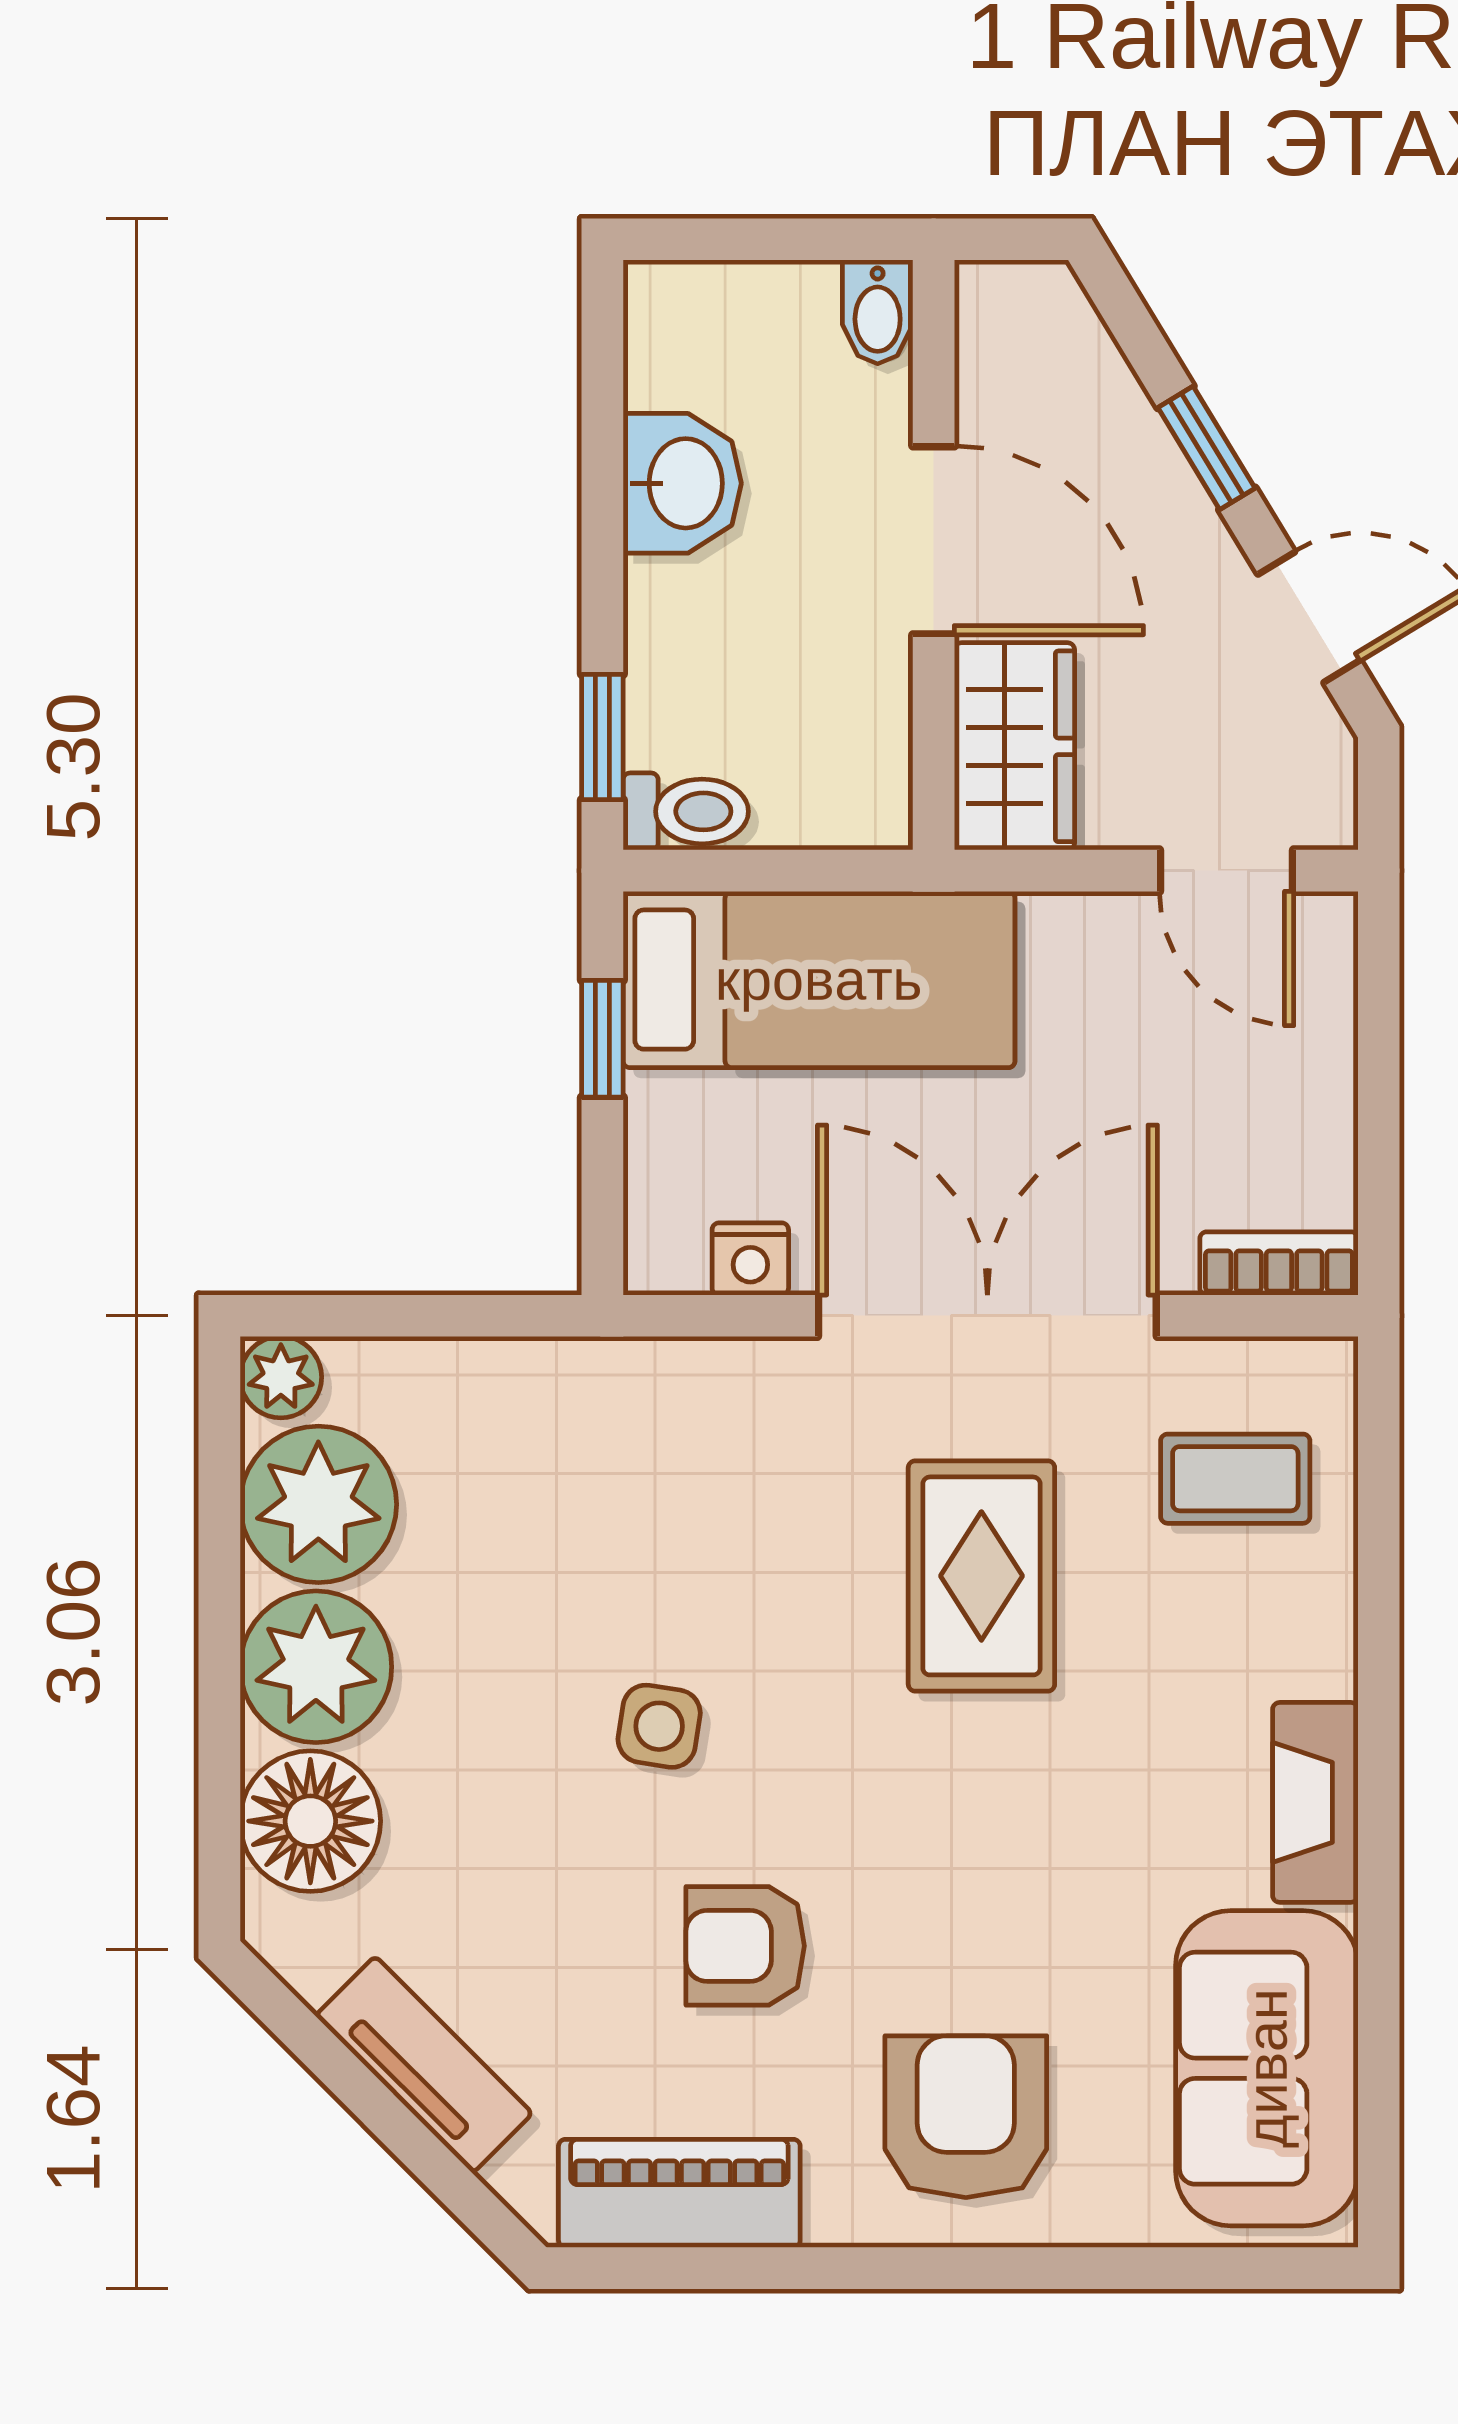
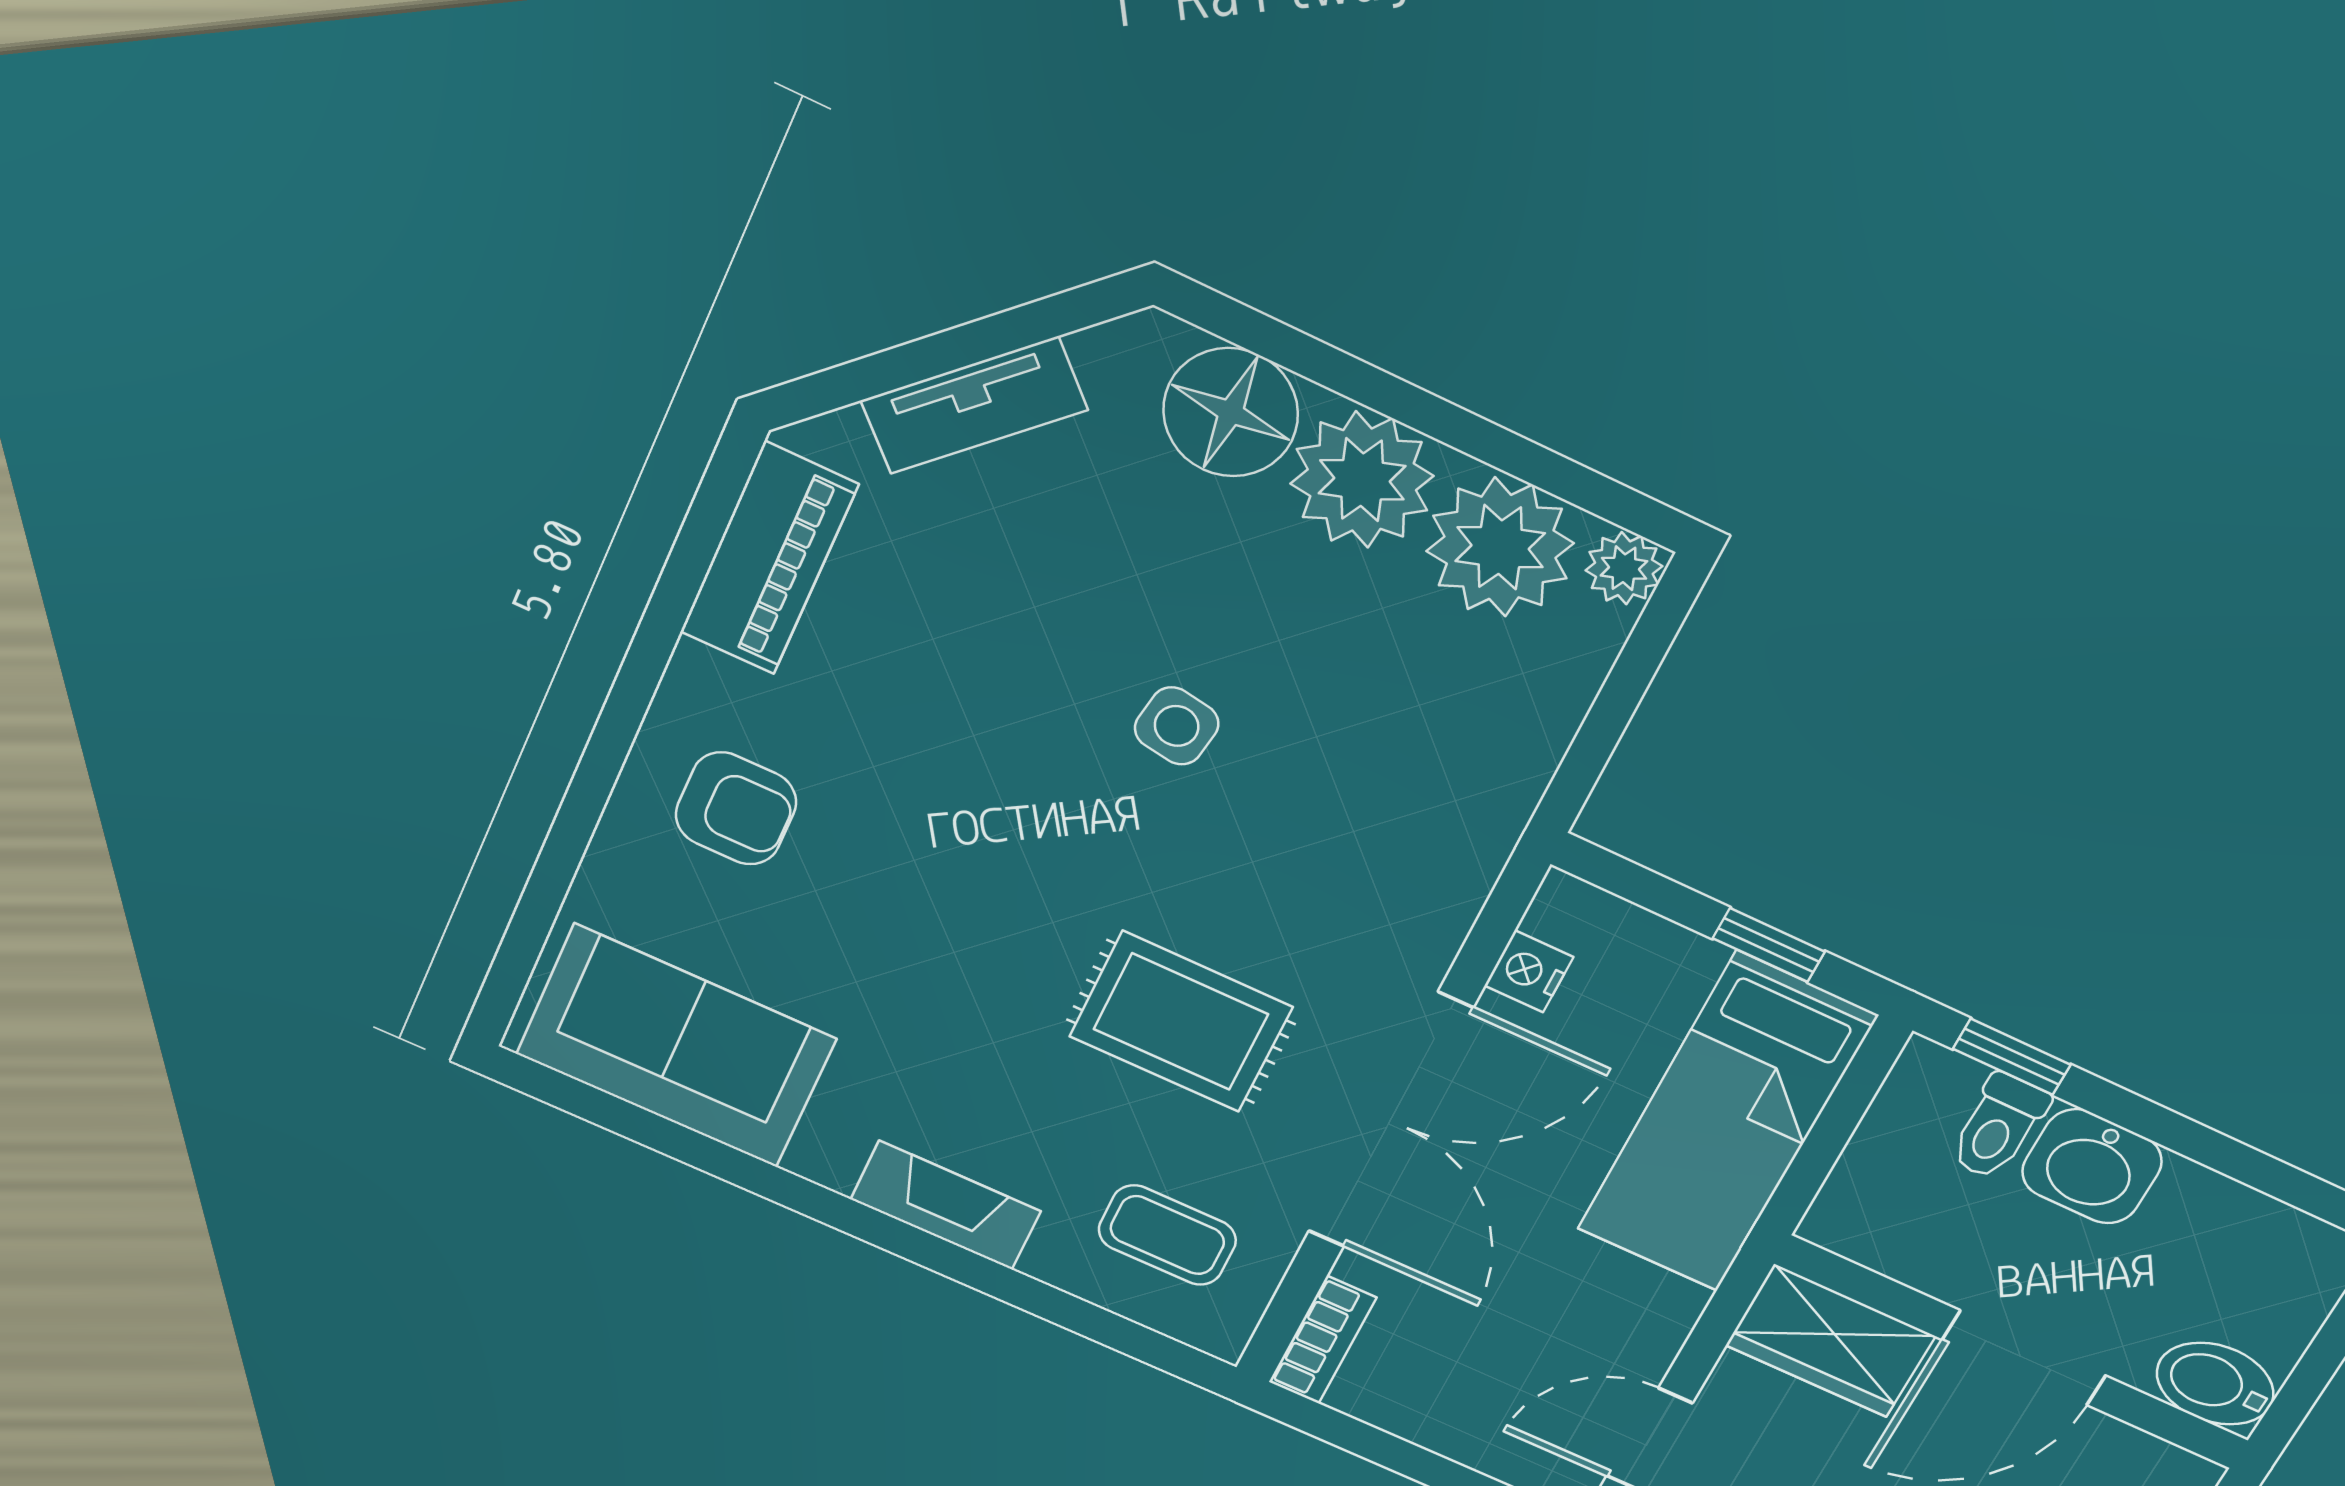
bidet: (878, 312) -> (2215, 1384), width x1.38, depth x1.36
washbasin: (682, 483) -> (2092, 1166), moved
toilet: (686, 811) -> (1998, 1127), moved
coffee table: (1235, 1479) -> (1167, 1235), turned 90
fireplace: (1315, 1802) -> (946, 1205), moved
armchair: (745, 1946) -> (958, 707), removed
armchair: (966, 2117) -> (736, 808), width x0.72, depth x0.72

